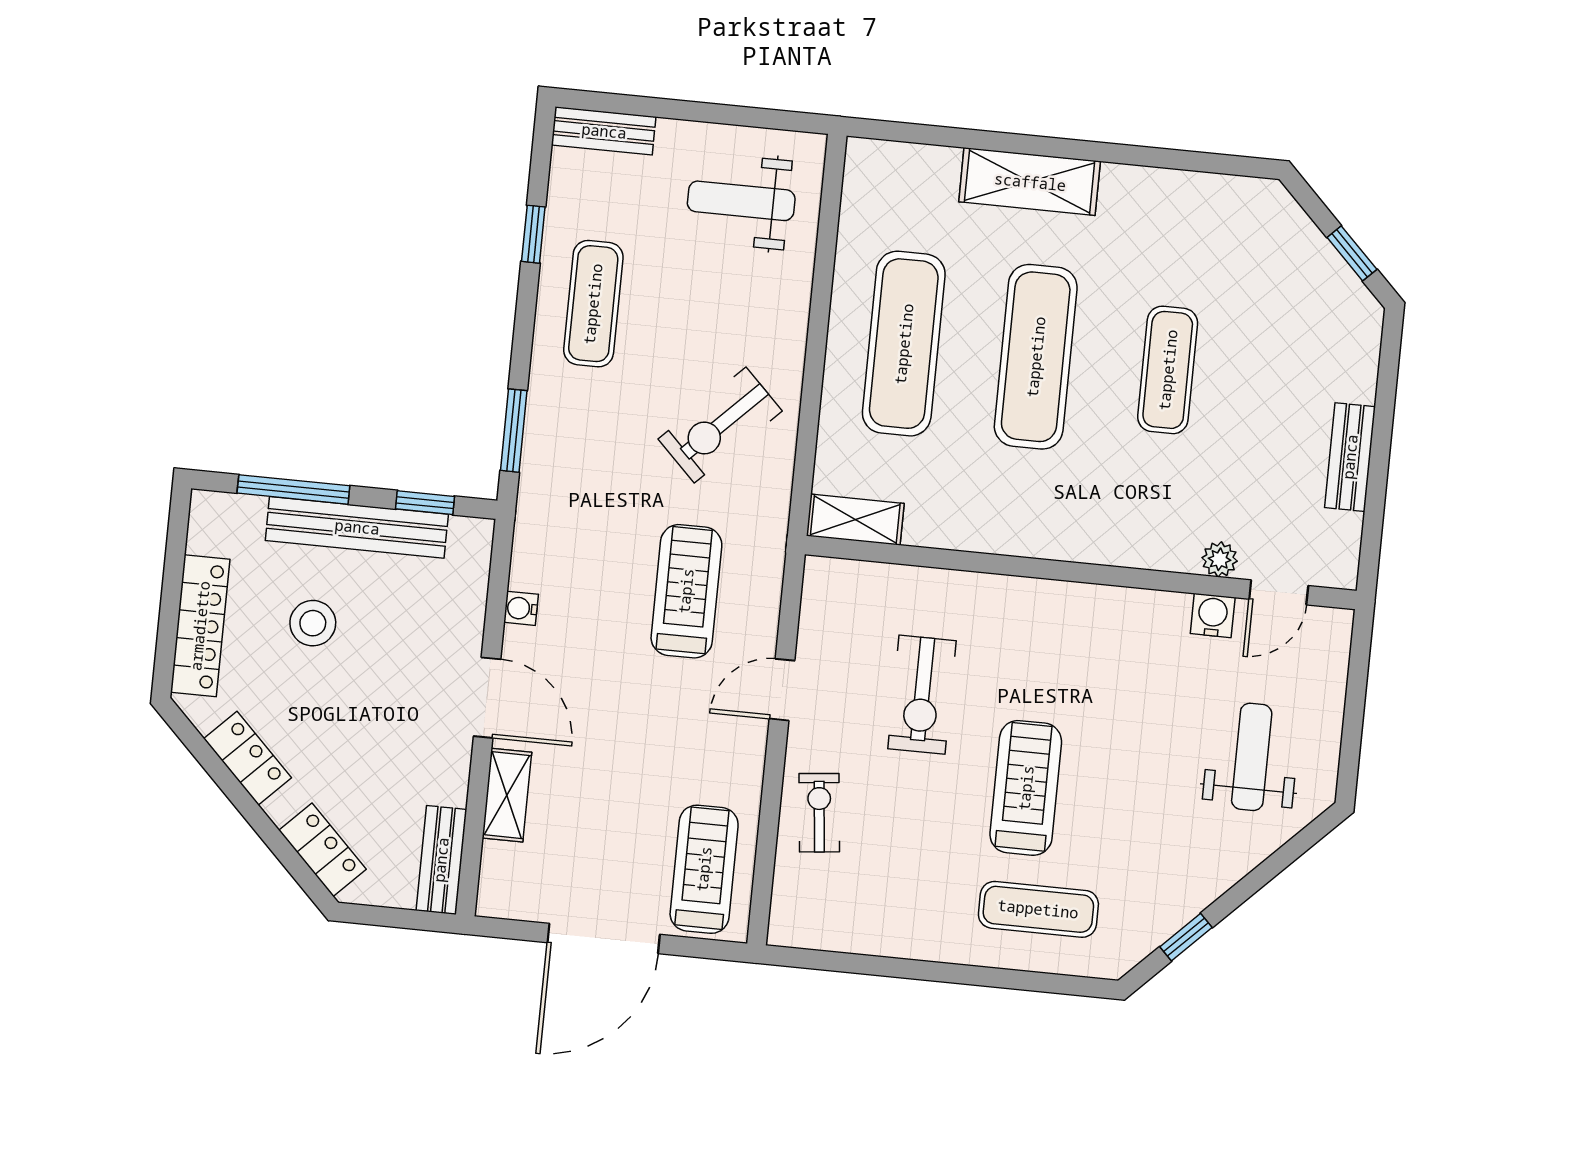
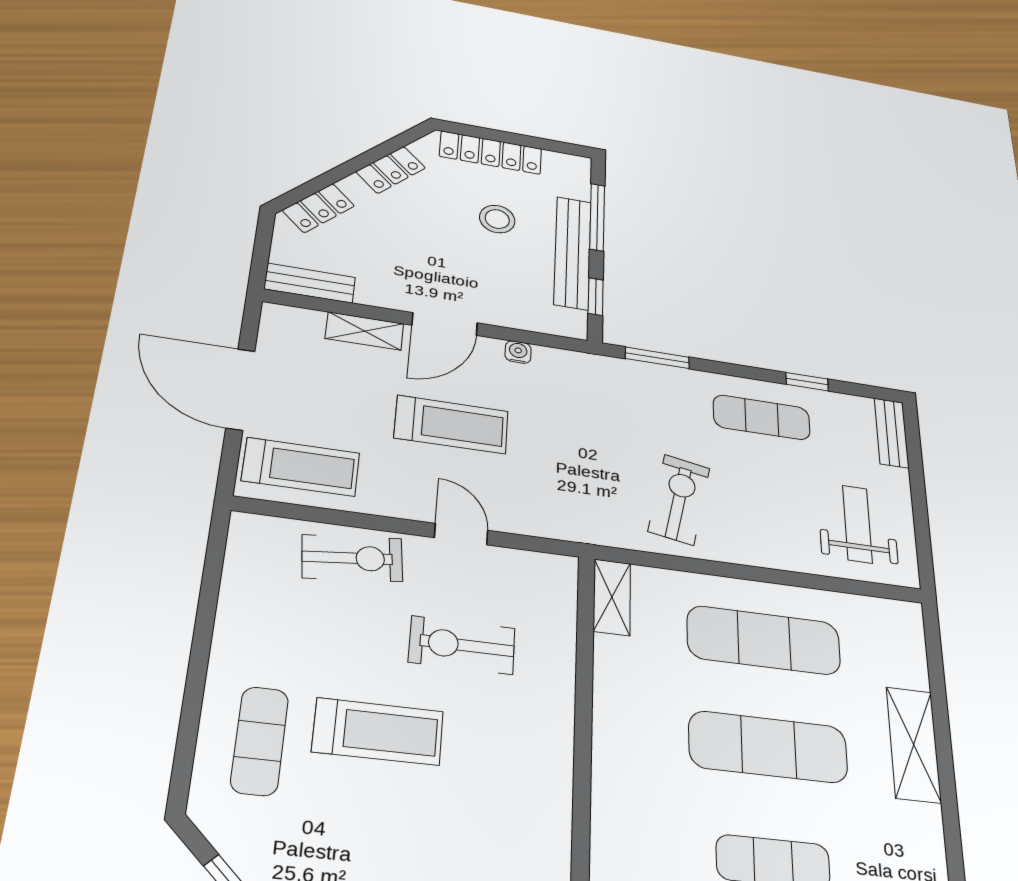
exercise bike: (720, 425) -> (679, 500), turned 56
treadmill: (686, 591) -> (451, 425), moved
exercise bike: (819, 813) -> (352, 558), width x1.38, depth x1.39

